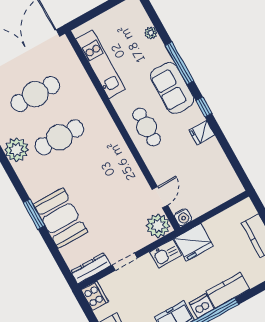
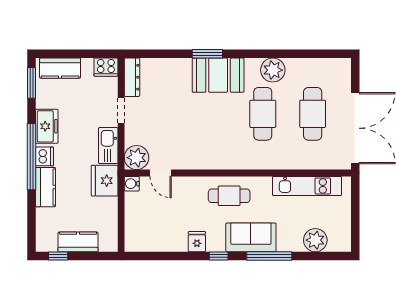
plant: (151, 33) -> (315, 240), width x1.88, depth x1.88
booth: (60, 218) -> (218, 75), moved
kitchen sink: (166, 254) -> (108, 146), width x1.38

